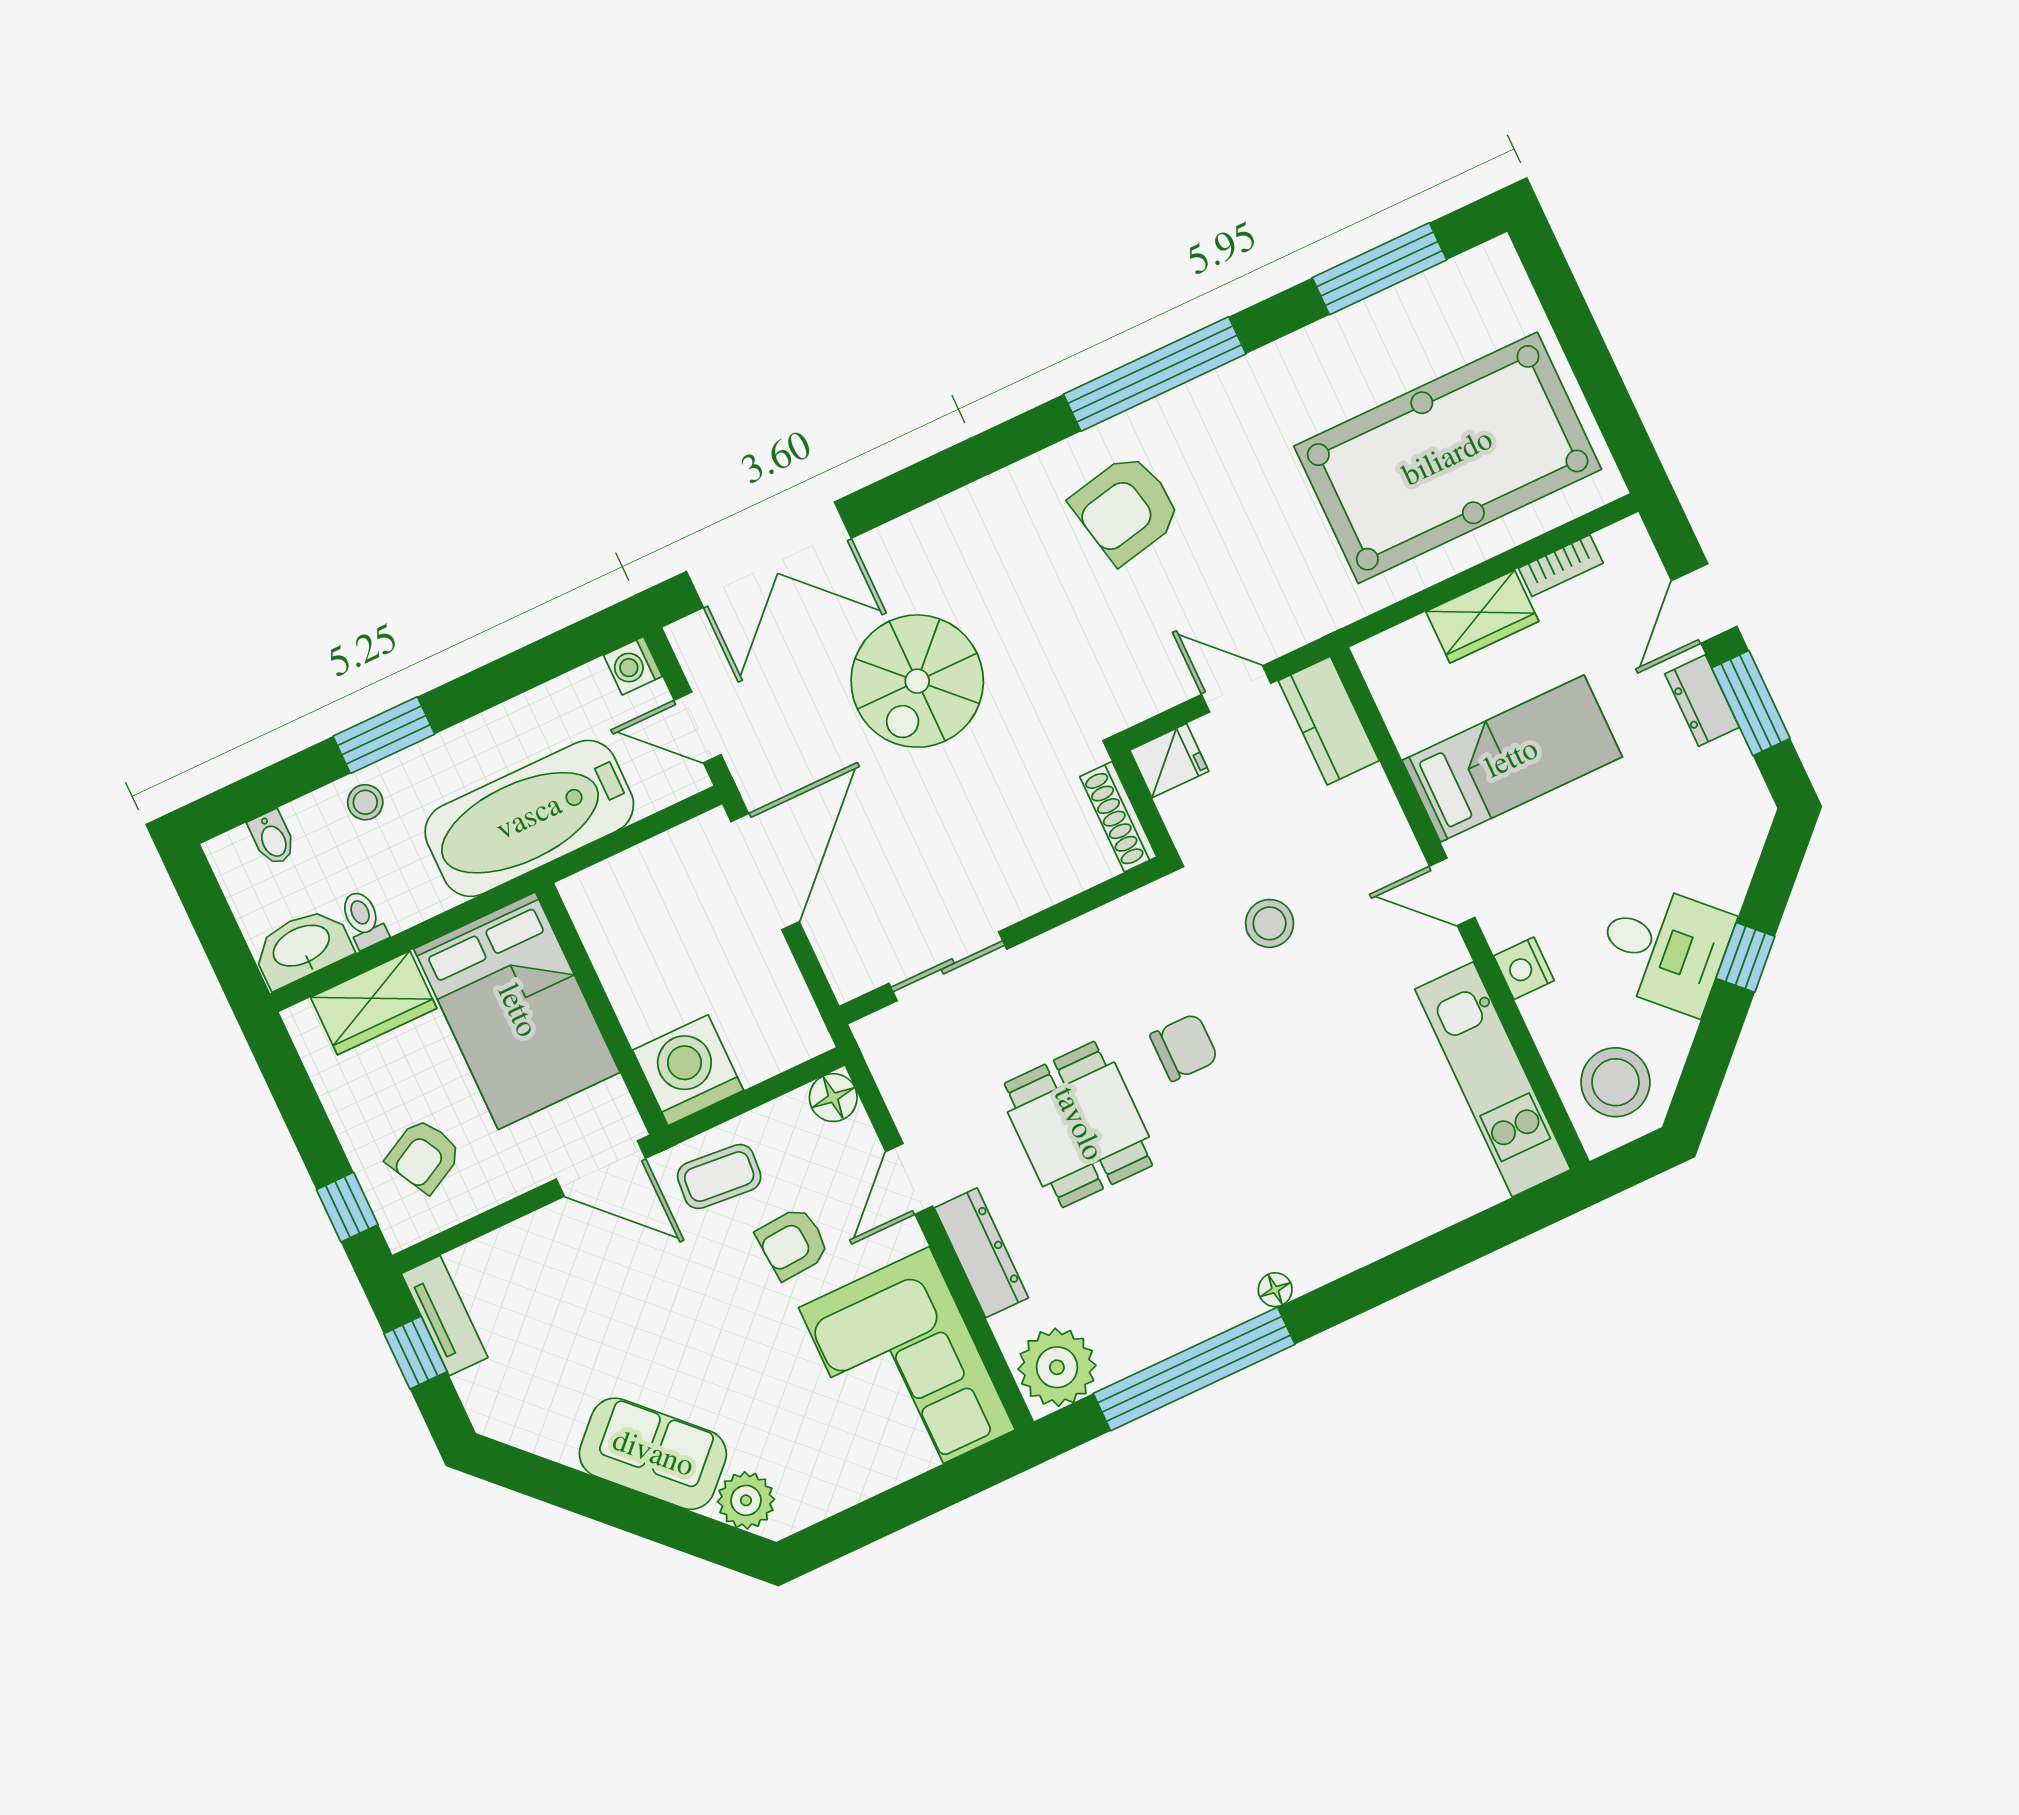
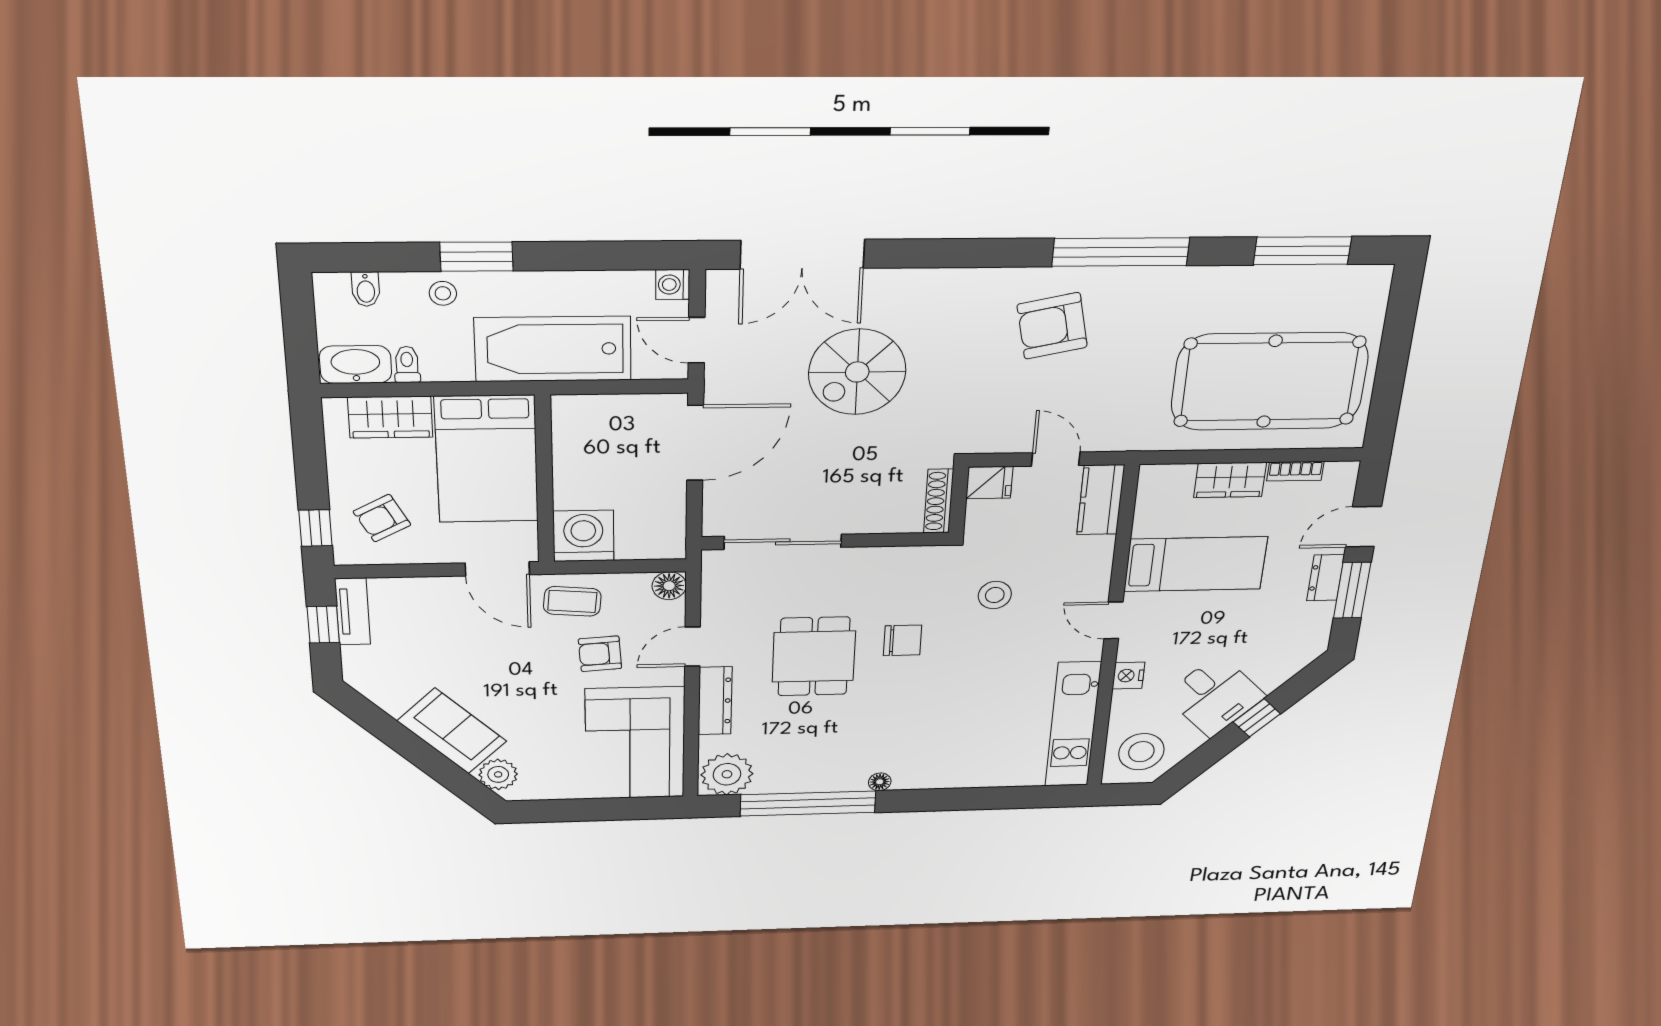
sliding door: (948, 966) -> (783, 542), width x1.37

